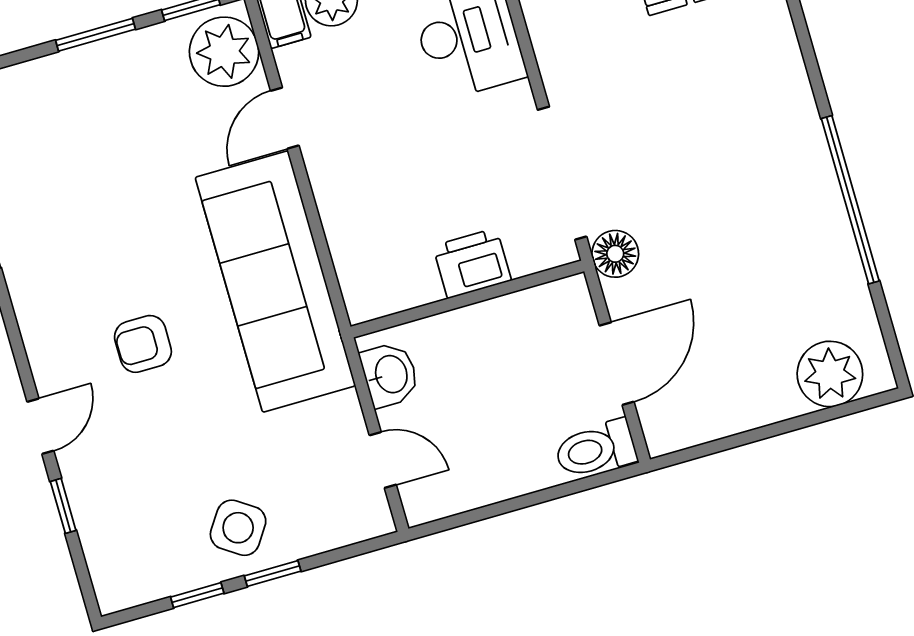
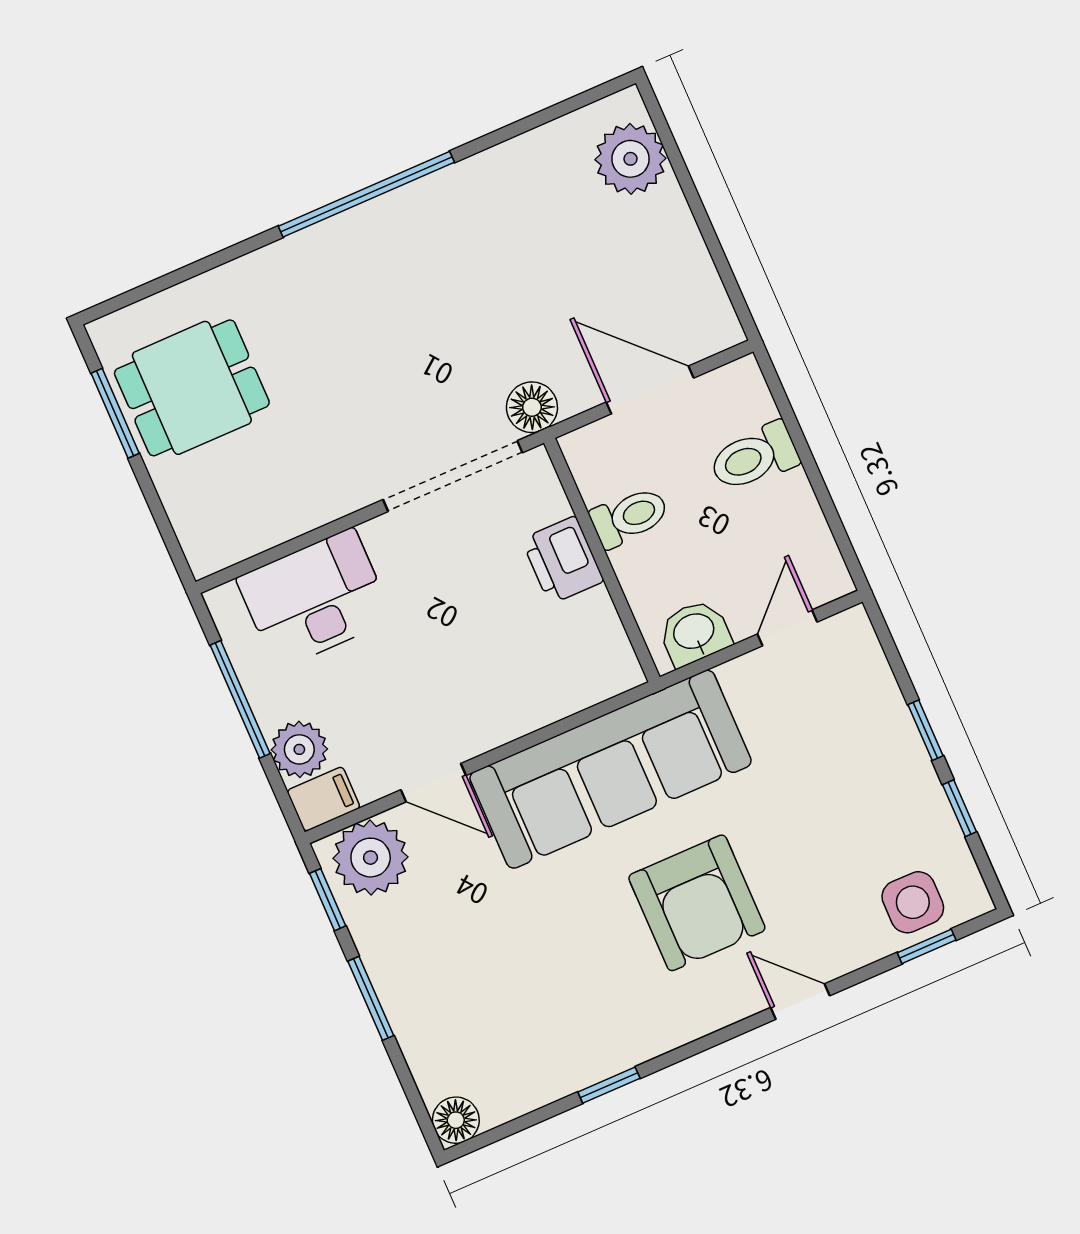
window: (850, 200) -> (366, 194), moved
toilet: (503, 329) -> (630, 517), added
armchair: (143, 344) -> (697, 903), width x1.88, depth x1.88
toilet: (595, 449) -> (754, 457), moved, turned 90
window: (63, 506) -> (927, 946), moved
side table: (238, 528) -> (913, 902), moved, turned -34

